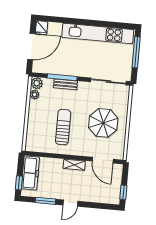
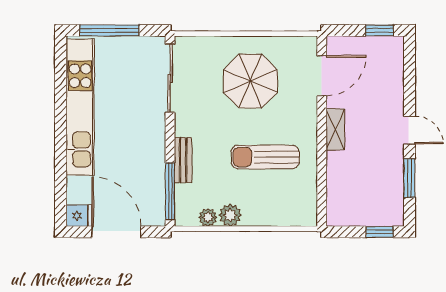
window: (62, 77) -> (170, 191), moved
plant: (37, 83) -> (230, 215), moved
freezer: (30, 173) -> (359, 212), removed

